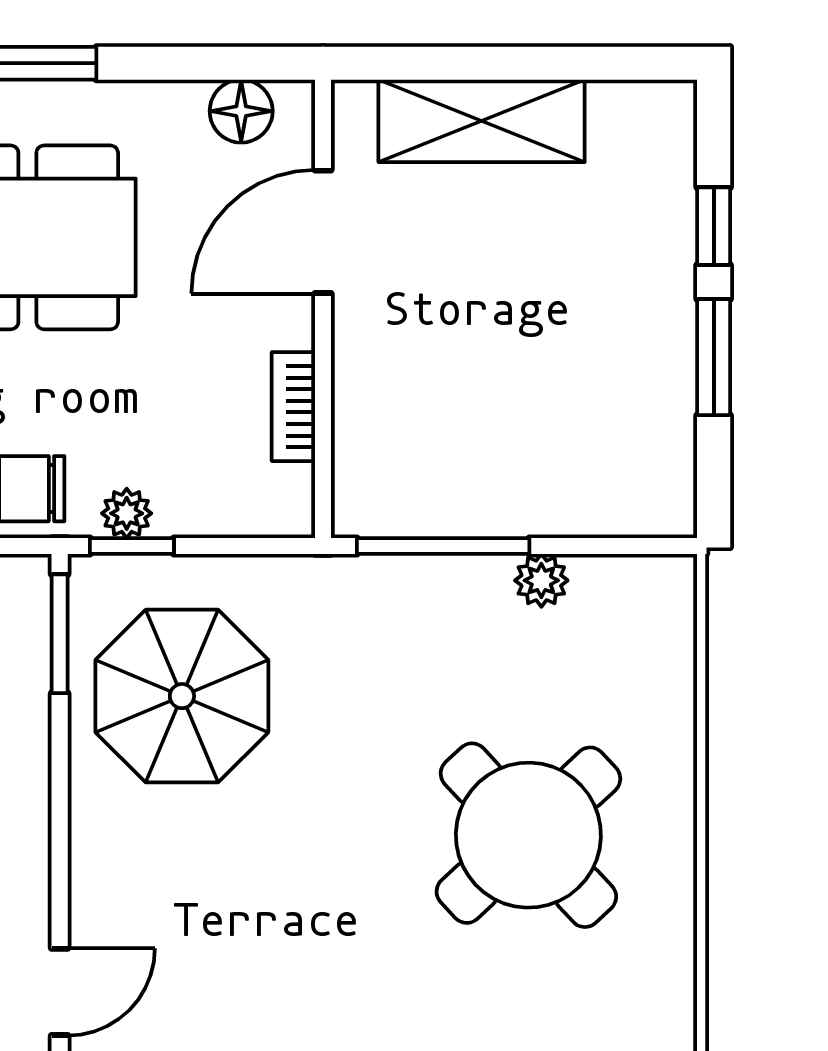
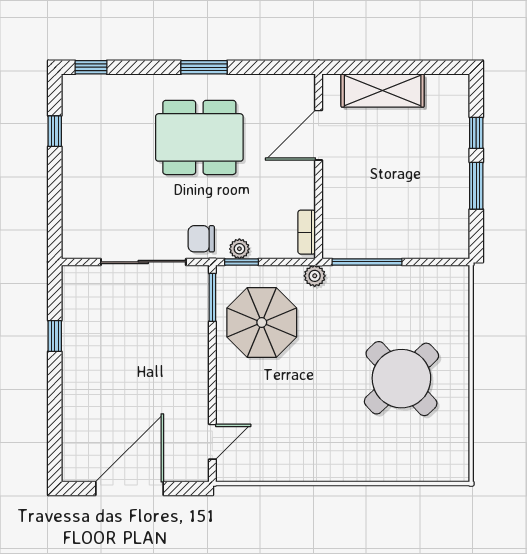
floor lamp: (241, 111) -> (286, 87), removed
bookcase: (293, 407) -> (307, 232), moved
plant: (541, 580) -> (315, 276), moved

